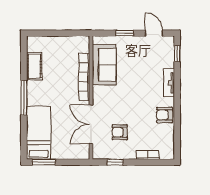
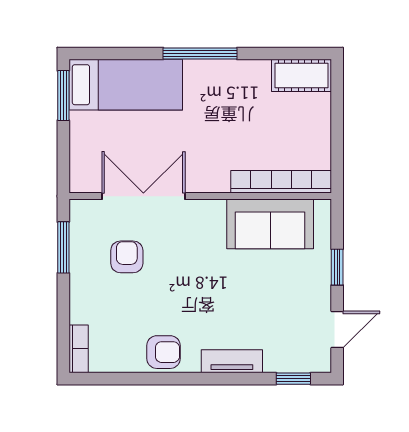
cot: (34, 66) -> (301, 75), moved
bookcase: (84, 77) -> (281, 182), moved
armchair: (165, 115) -> (163, 352), turned 90
bookcase: (148, 155) -> (79, 349), moved
window: (115, 162) -> (63, 247), width x1.50

